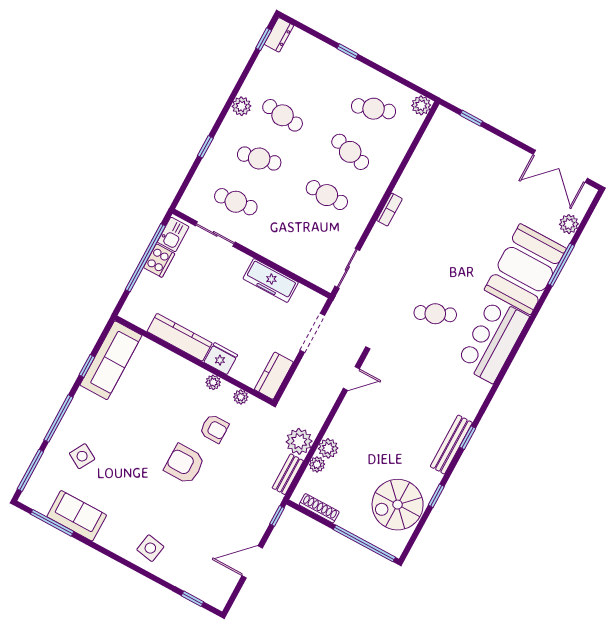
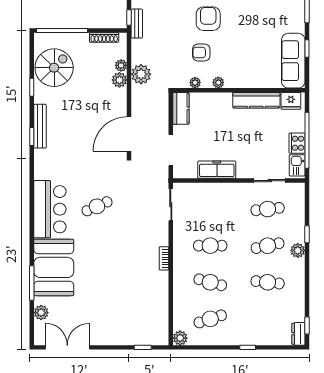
plant: (241, 106) -> (298, 250), moved
fridge: (221, 359) -> (291, 101), moved
door: (351, 379) -> (129, 134), width x1.88
armchair: (184, 464) -> (208, 19), turned -90
bench: (288, 474) -> (137, 24), moved

